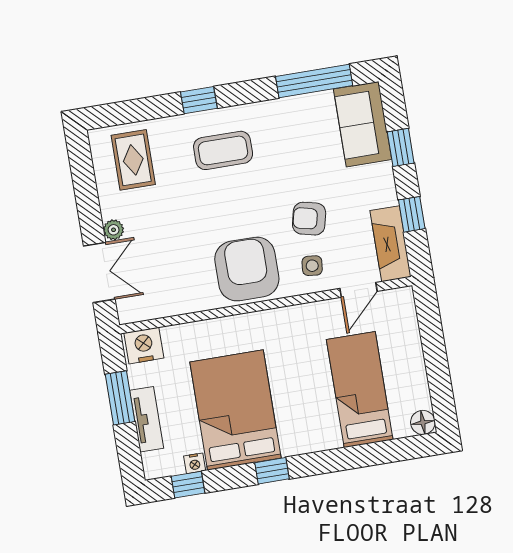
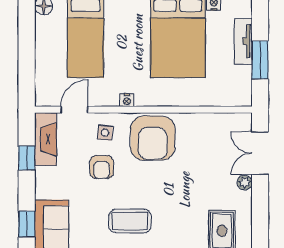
window: (401, 147) -> (27, 224), moved
coffee table: (223, 150) -> (130, 221), moved
armchair: (309, 219) -> (102, 167), turned 77
nightstand: (144, 346) -> (127, 100), moved, width x0.53, depth x0.56

